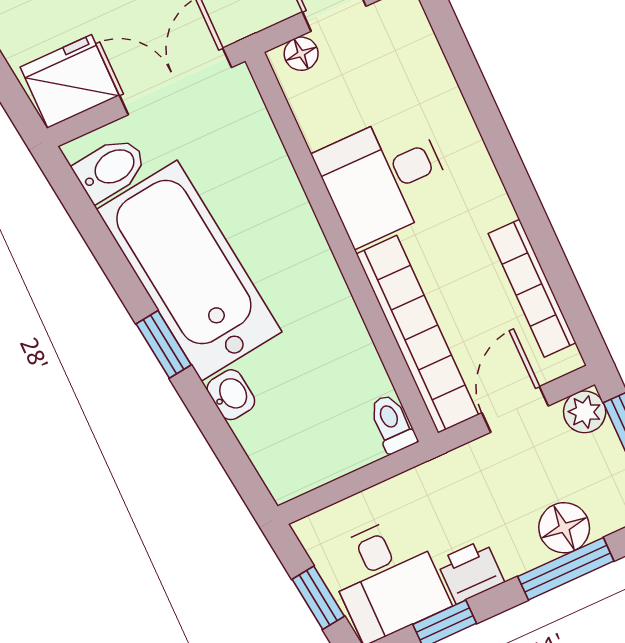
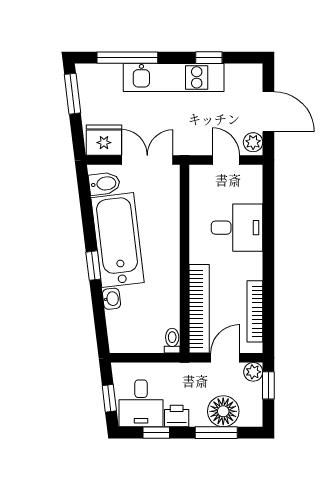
floor lamp: (301, 54) -> (204, 172), removed
desk: (384, 178) -> (237, 228), moved, turned 180
floor lamp: (564, 528) -> (223, 411), width x1.38, depth x1.38

